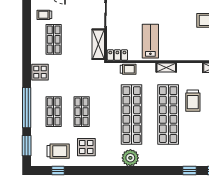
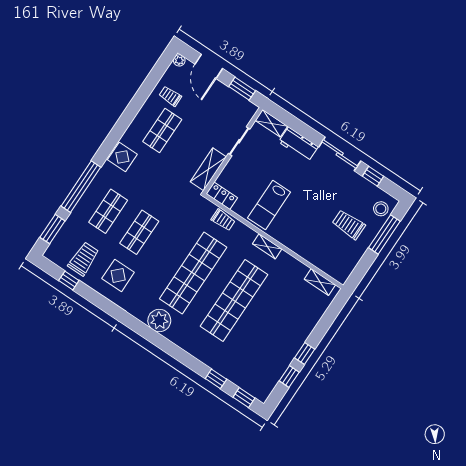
lab bench: (150, 41) -> (269, 205), turned 180
trolley: (193, 101) -> (272, 303), removed
trolley: (58, 151) -> (84, 259), turned -90

